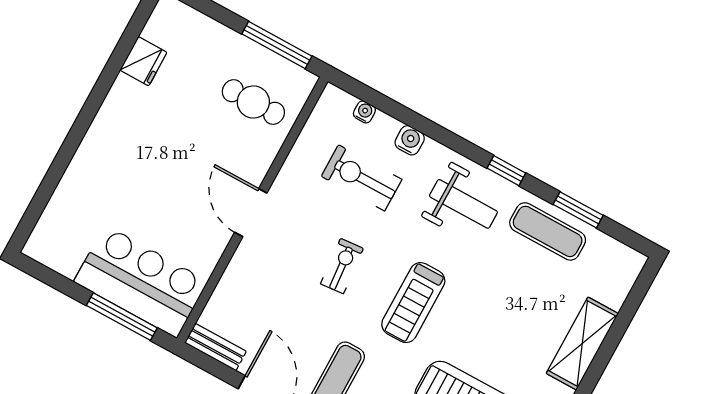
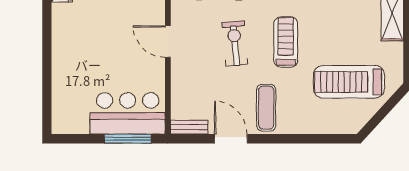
exercise bike: (342, 266) -> (235, 44), width x1.38, depth x1.39
treadmill: (413, 303) -> (286, 42), turned 180

